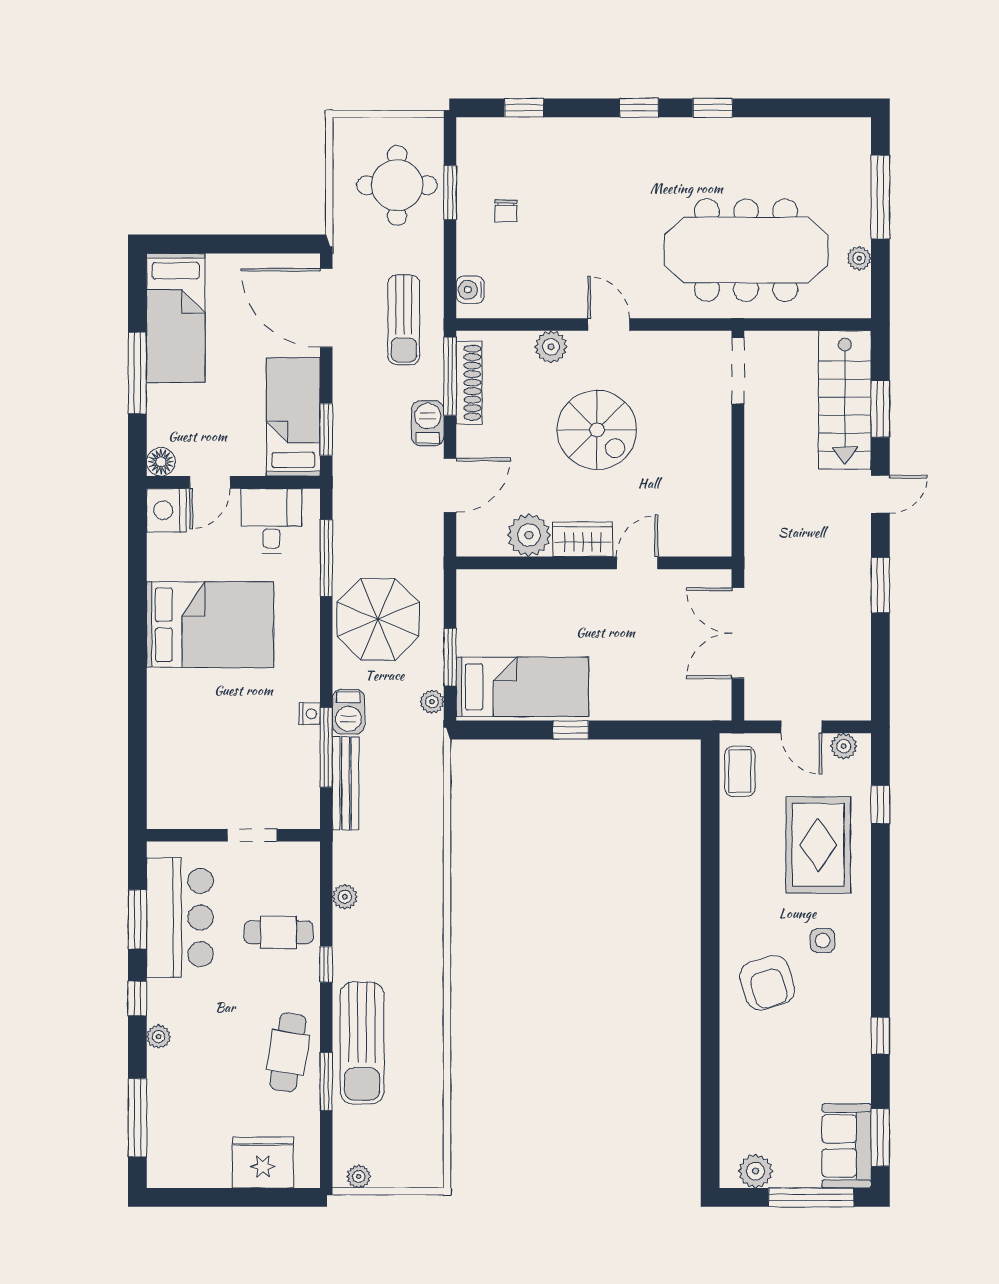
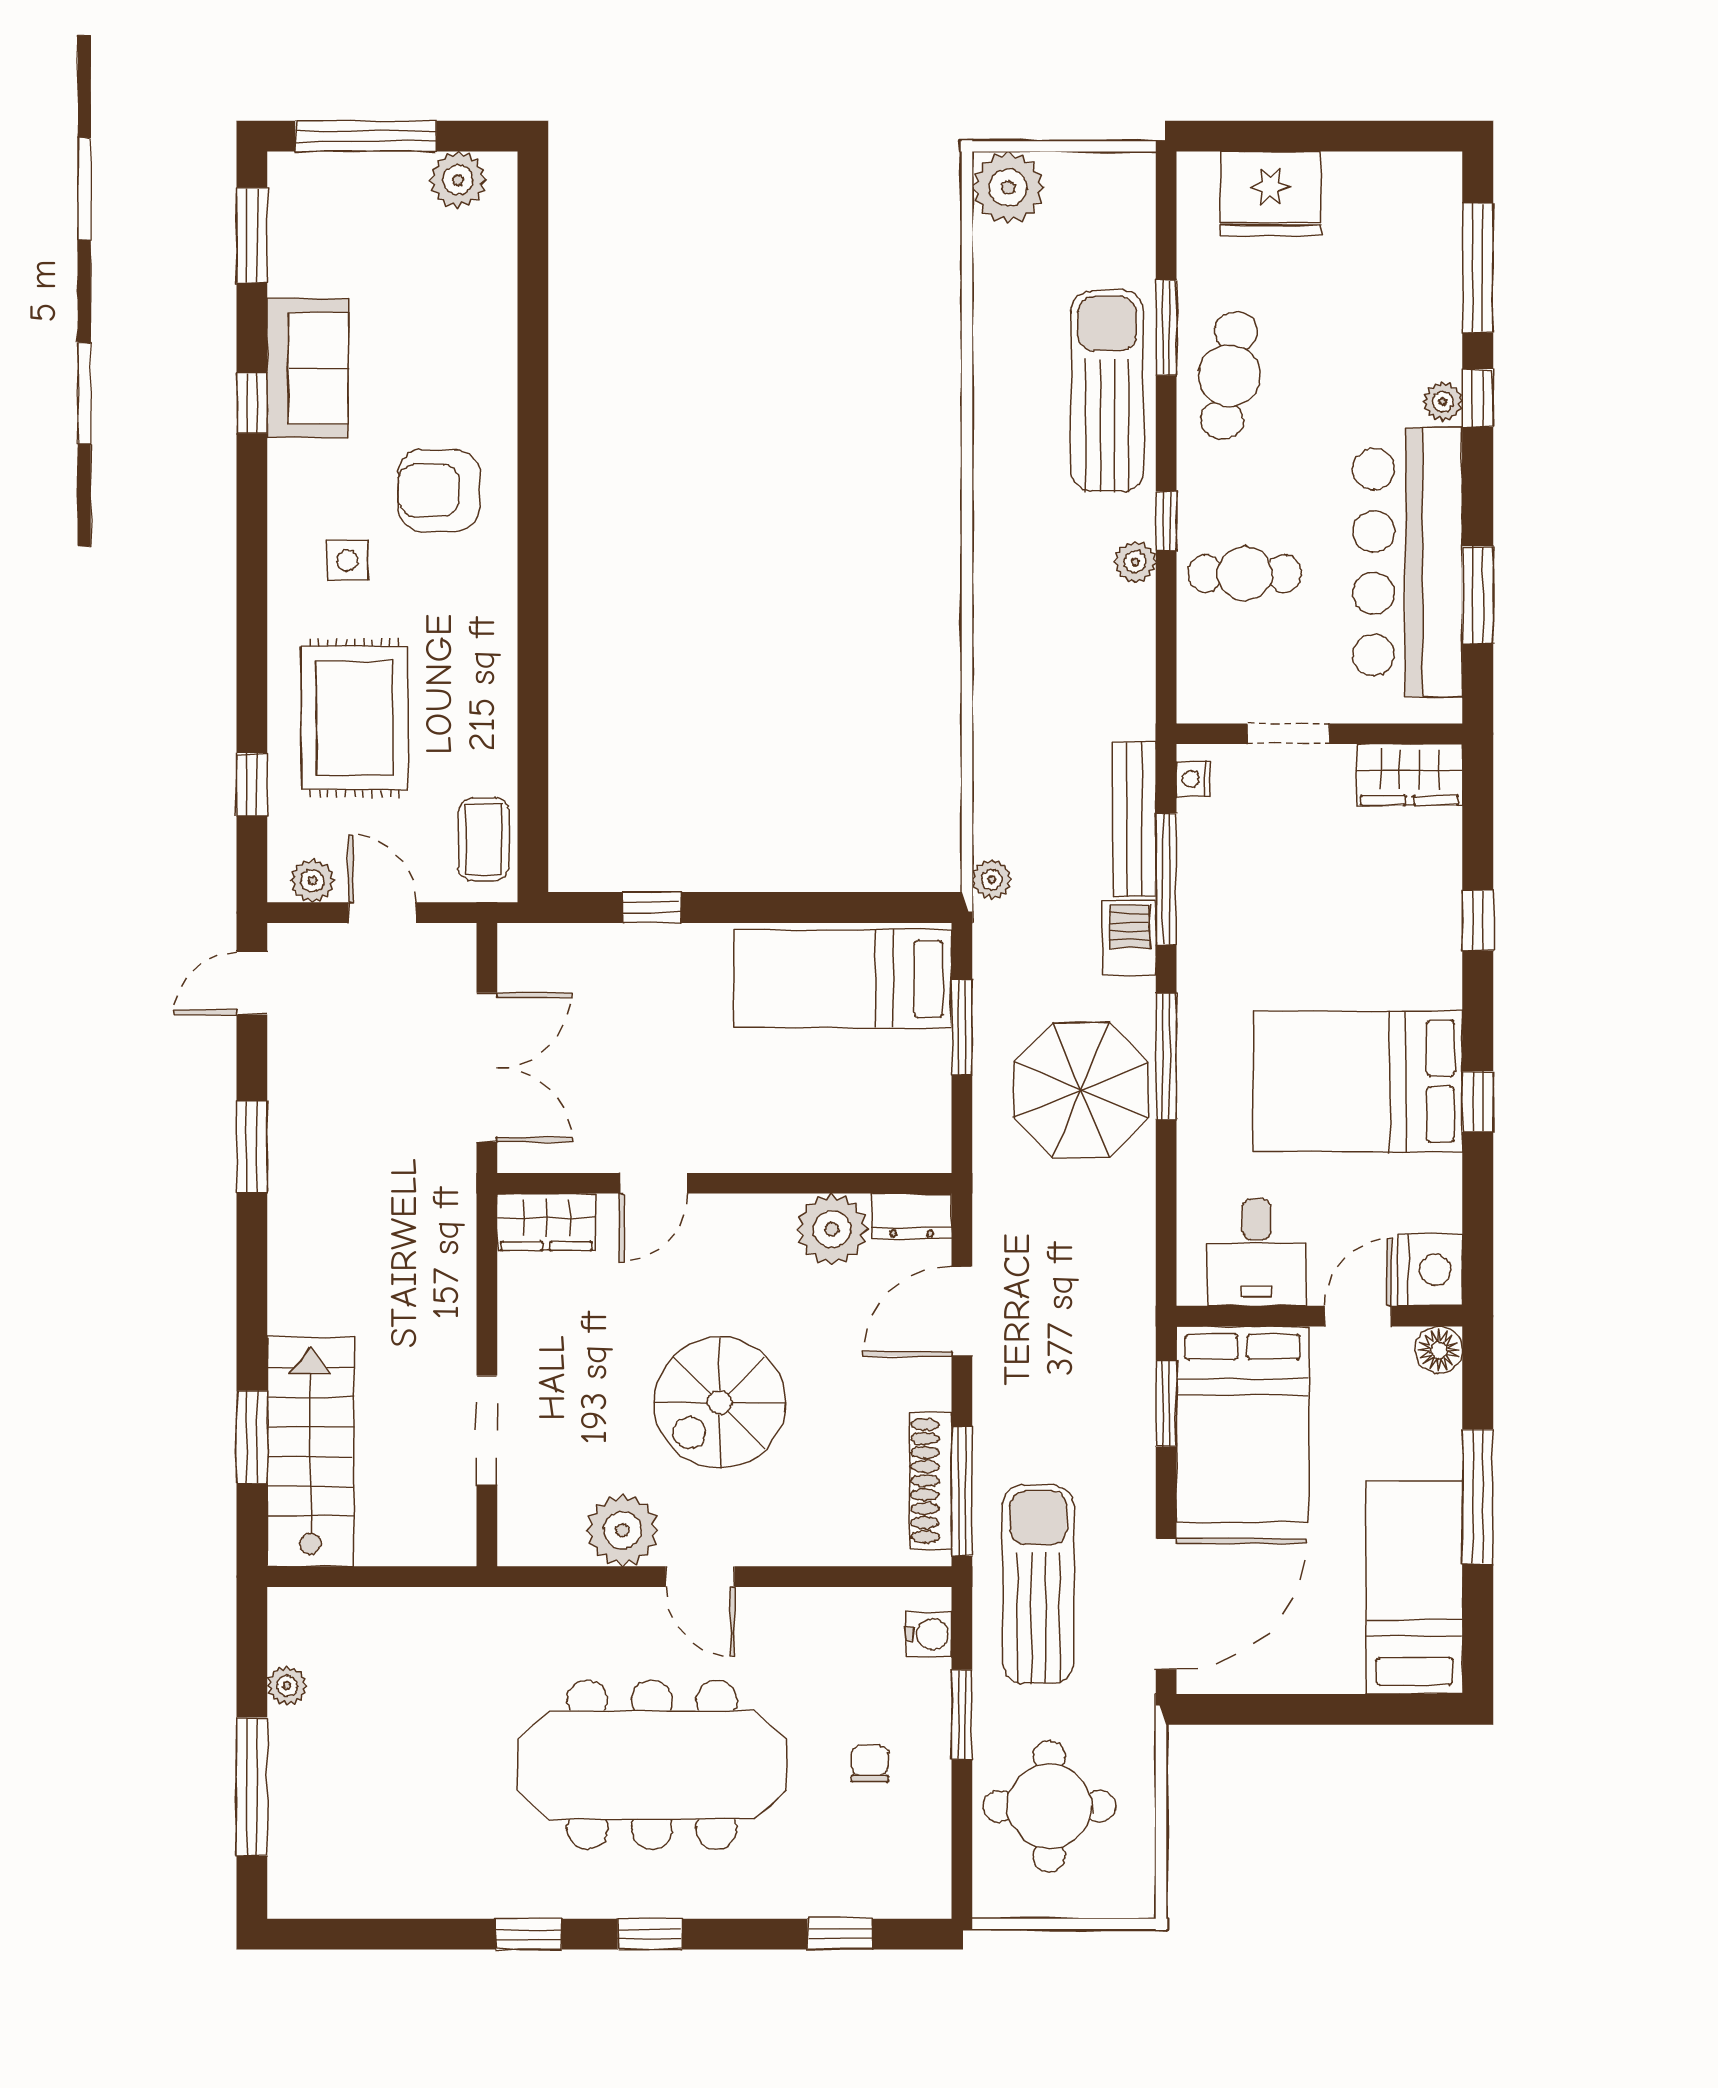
window: (450, 193) -> (962, 1714), moved
meeting table: (746, 250) -> (652, 1765), moved
door: (326, 308) -> (1166, 1604), hinge flipped
sun lounger: (404, 320) -> (1038, 1584), width x1.36, depth x1.34
plant: (551, 347) -> (622, 1530), moved, width x1.36, depth x1.36
doorway: (738, 371) -> (487, 1430), moved
bed: (293, 417) -> (1243, 1424), width x1.50
barbecue: (428, 423) -> (999, 1413), removed
spiral stairs: (597, 430) -> (720, 1403), turned -90
door: (880, 494) -> (252, 983), moved
wardrobe: (583, 539) -> (546, 1222), moved
dresser: (481, 543) -> (912, 1216), added
window: (326, 558) -> (1166, 1056), moved
window: (137, 612) -> (1478, 1102), added
plant: (432, 702) -> (992, 880), moved
nightstand: (310, 714) -> (1193, 779), moved
window: (137, 722) -> (1478, 920), added
window: (571, 730) -> (652, 907), moved
wardrobe: (179, 810) -> (1410, 775), added
plant: (345, 897) -> (1135, 562), moved
bar counter: (180, 918) -> (1408, 562), width x1.36
armchair: (767, 983) -> (439, 490), turned -73
window: (137, 999) -> (1478, 398), moved
sofa: (847, 1146) -> (308, 368), moved
plant: (359, 1177) -> (1008, 188), moved, width x1.88, depth x1.88

